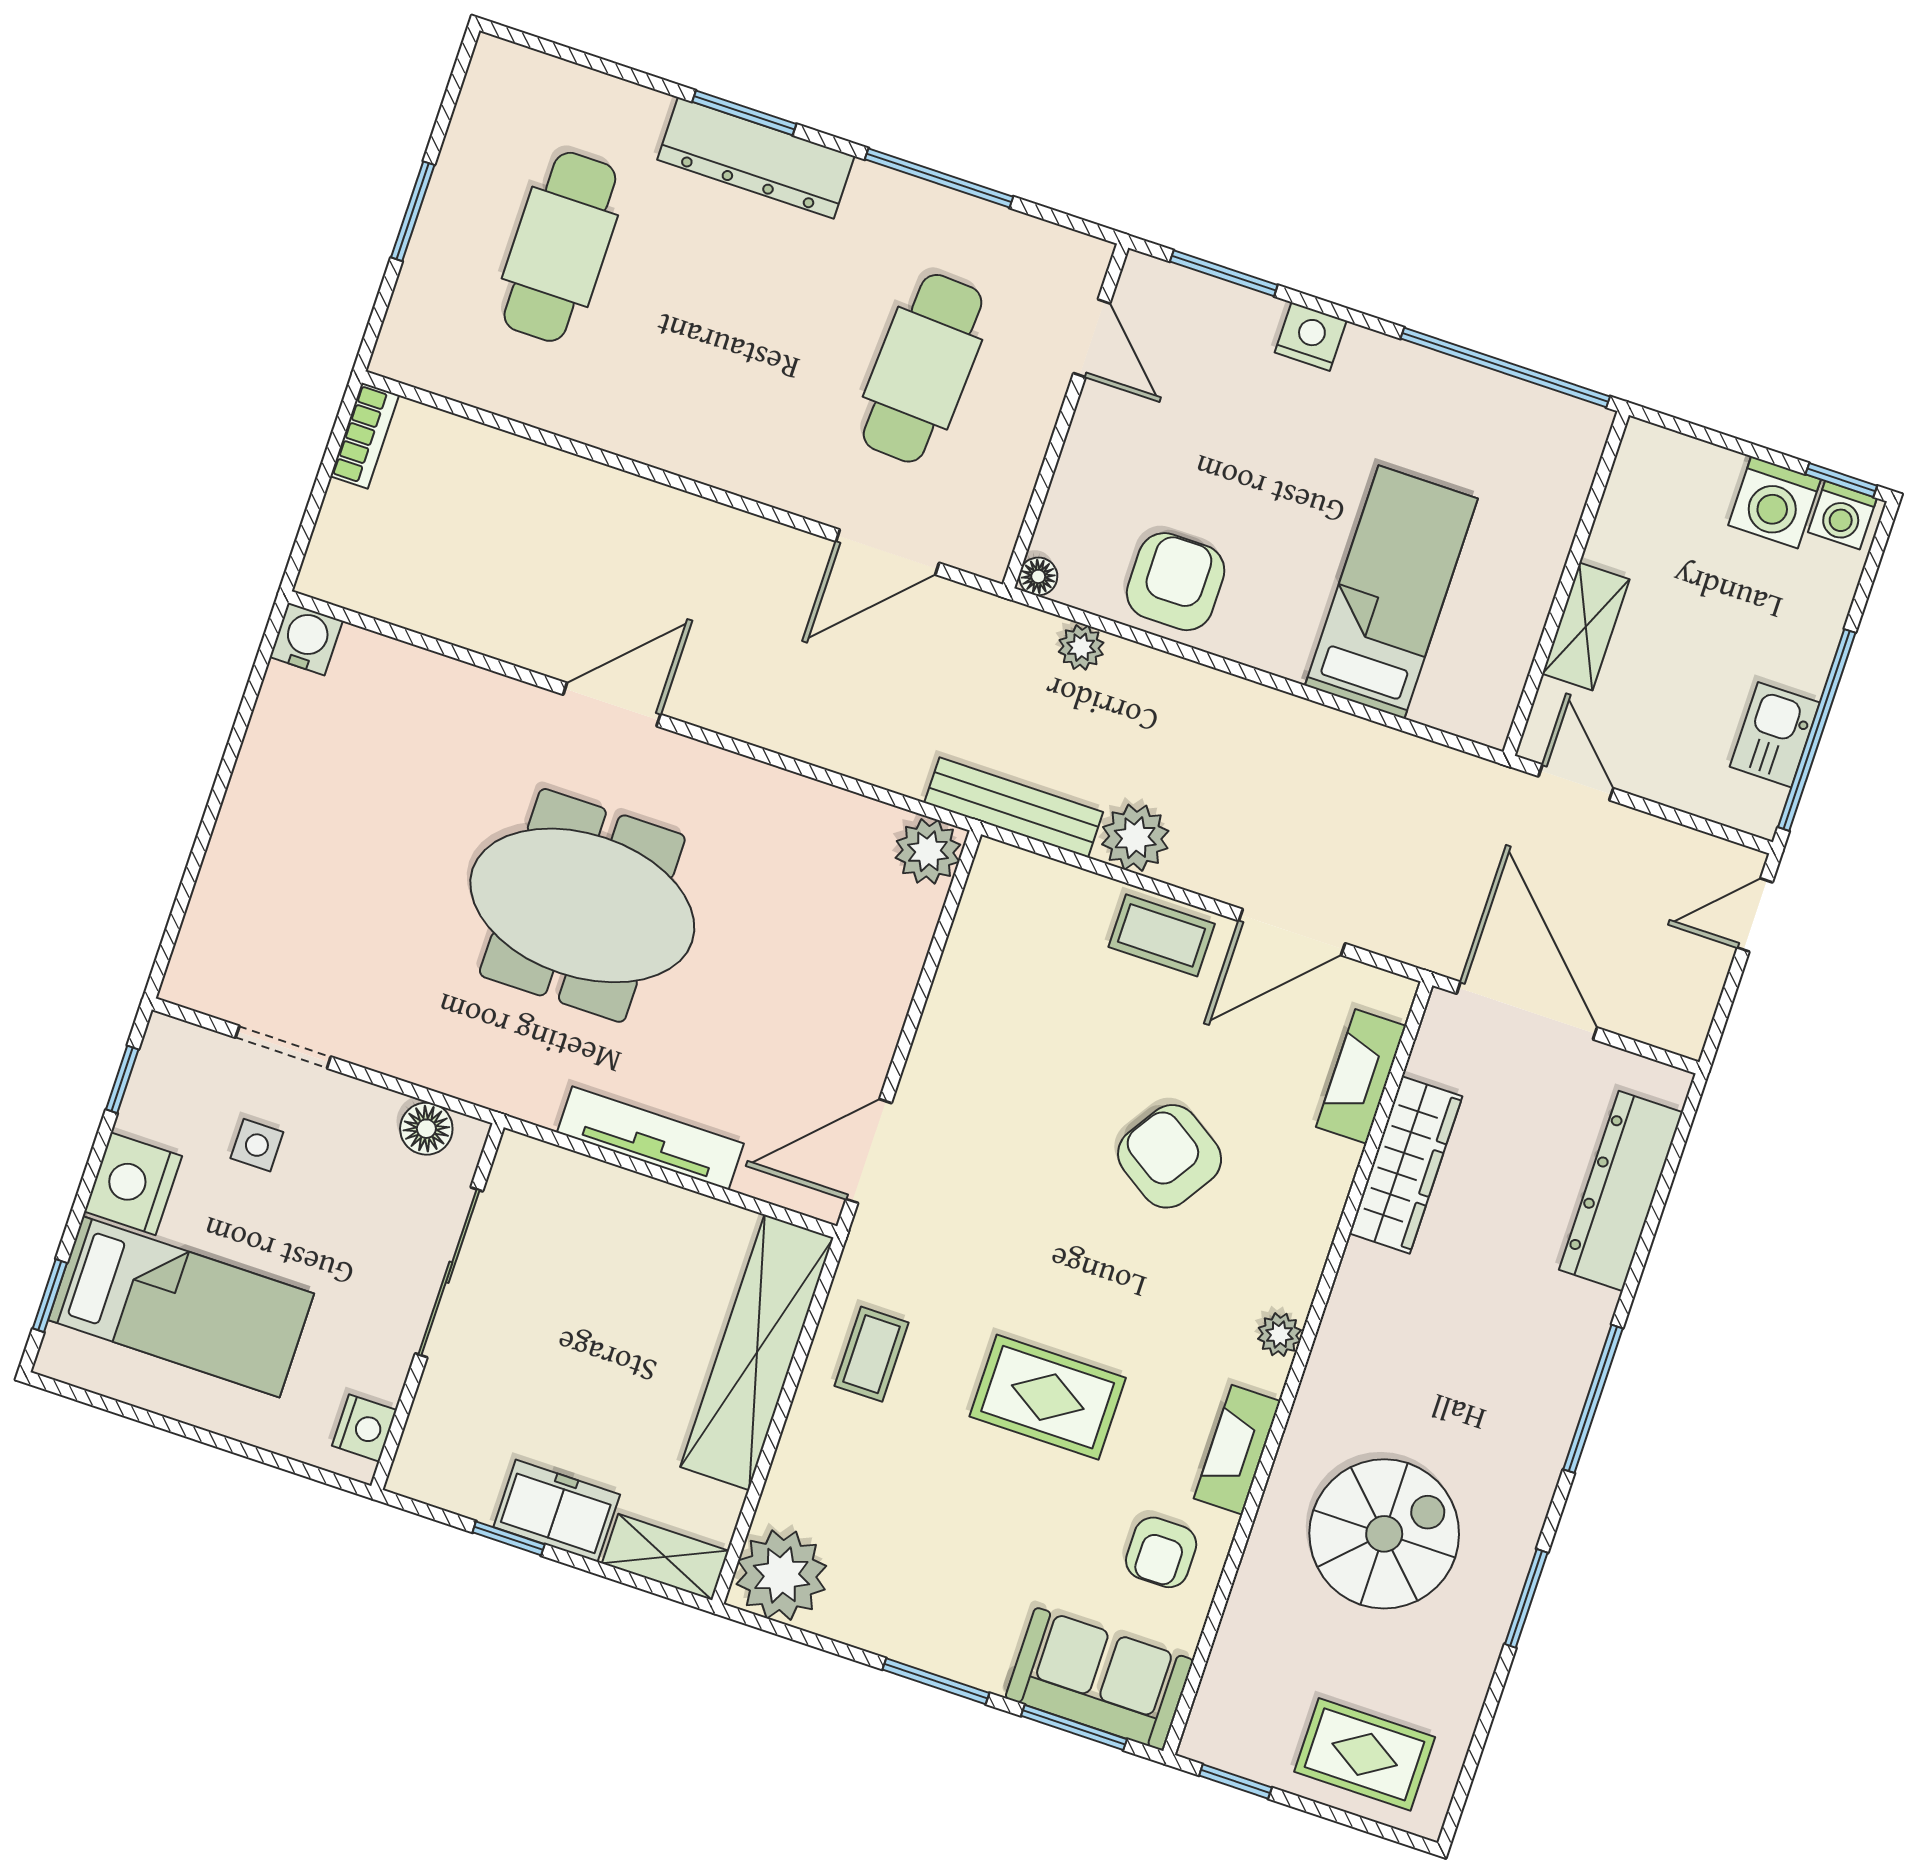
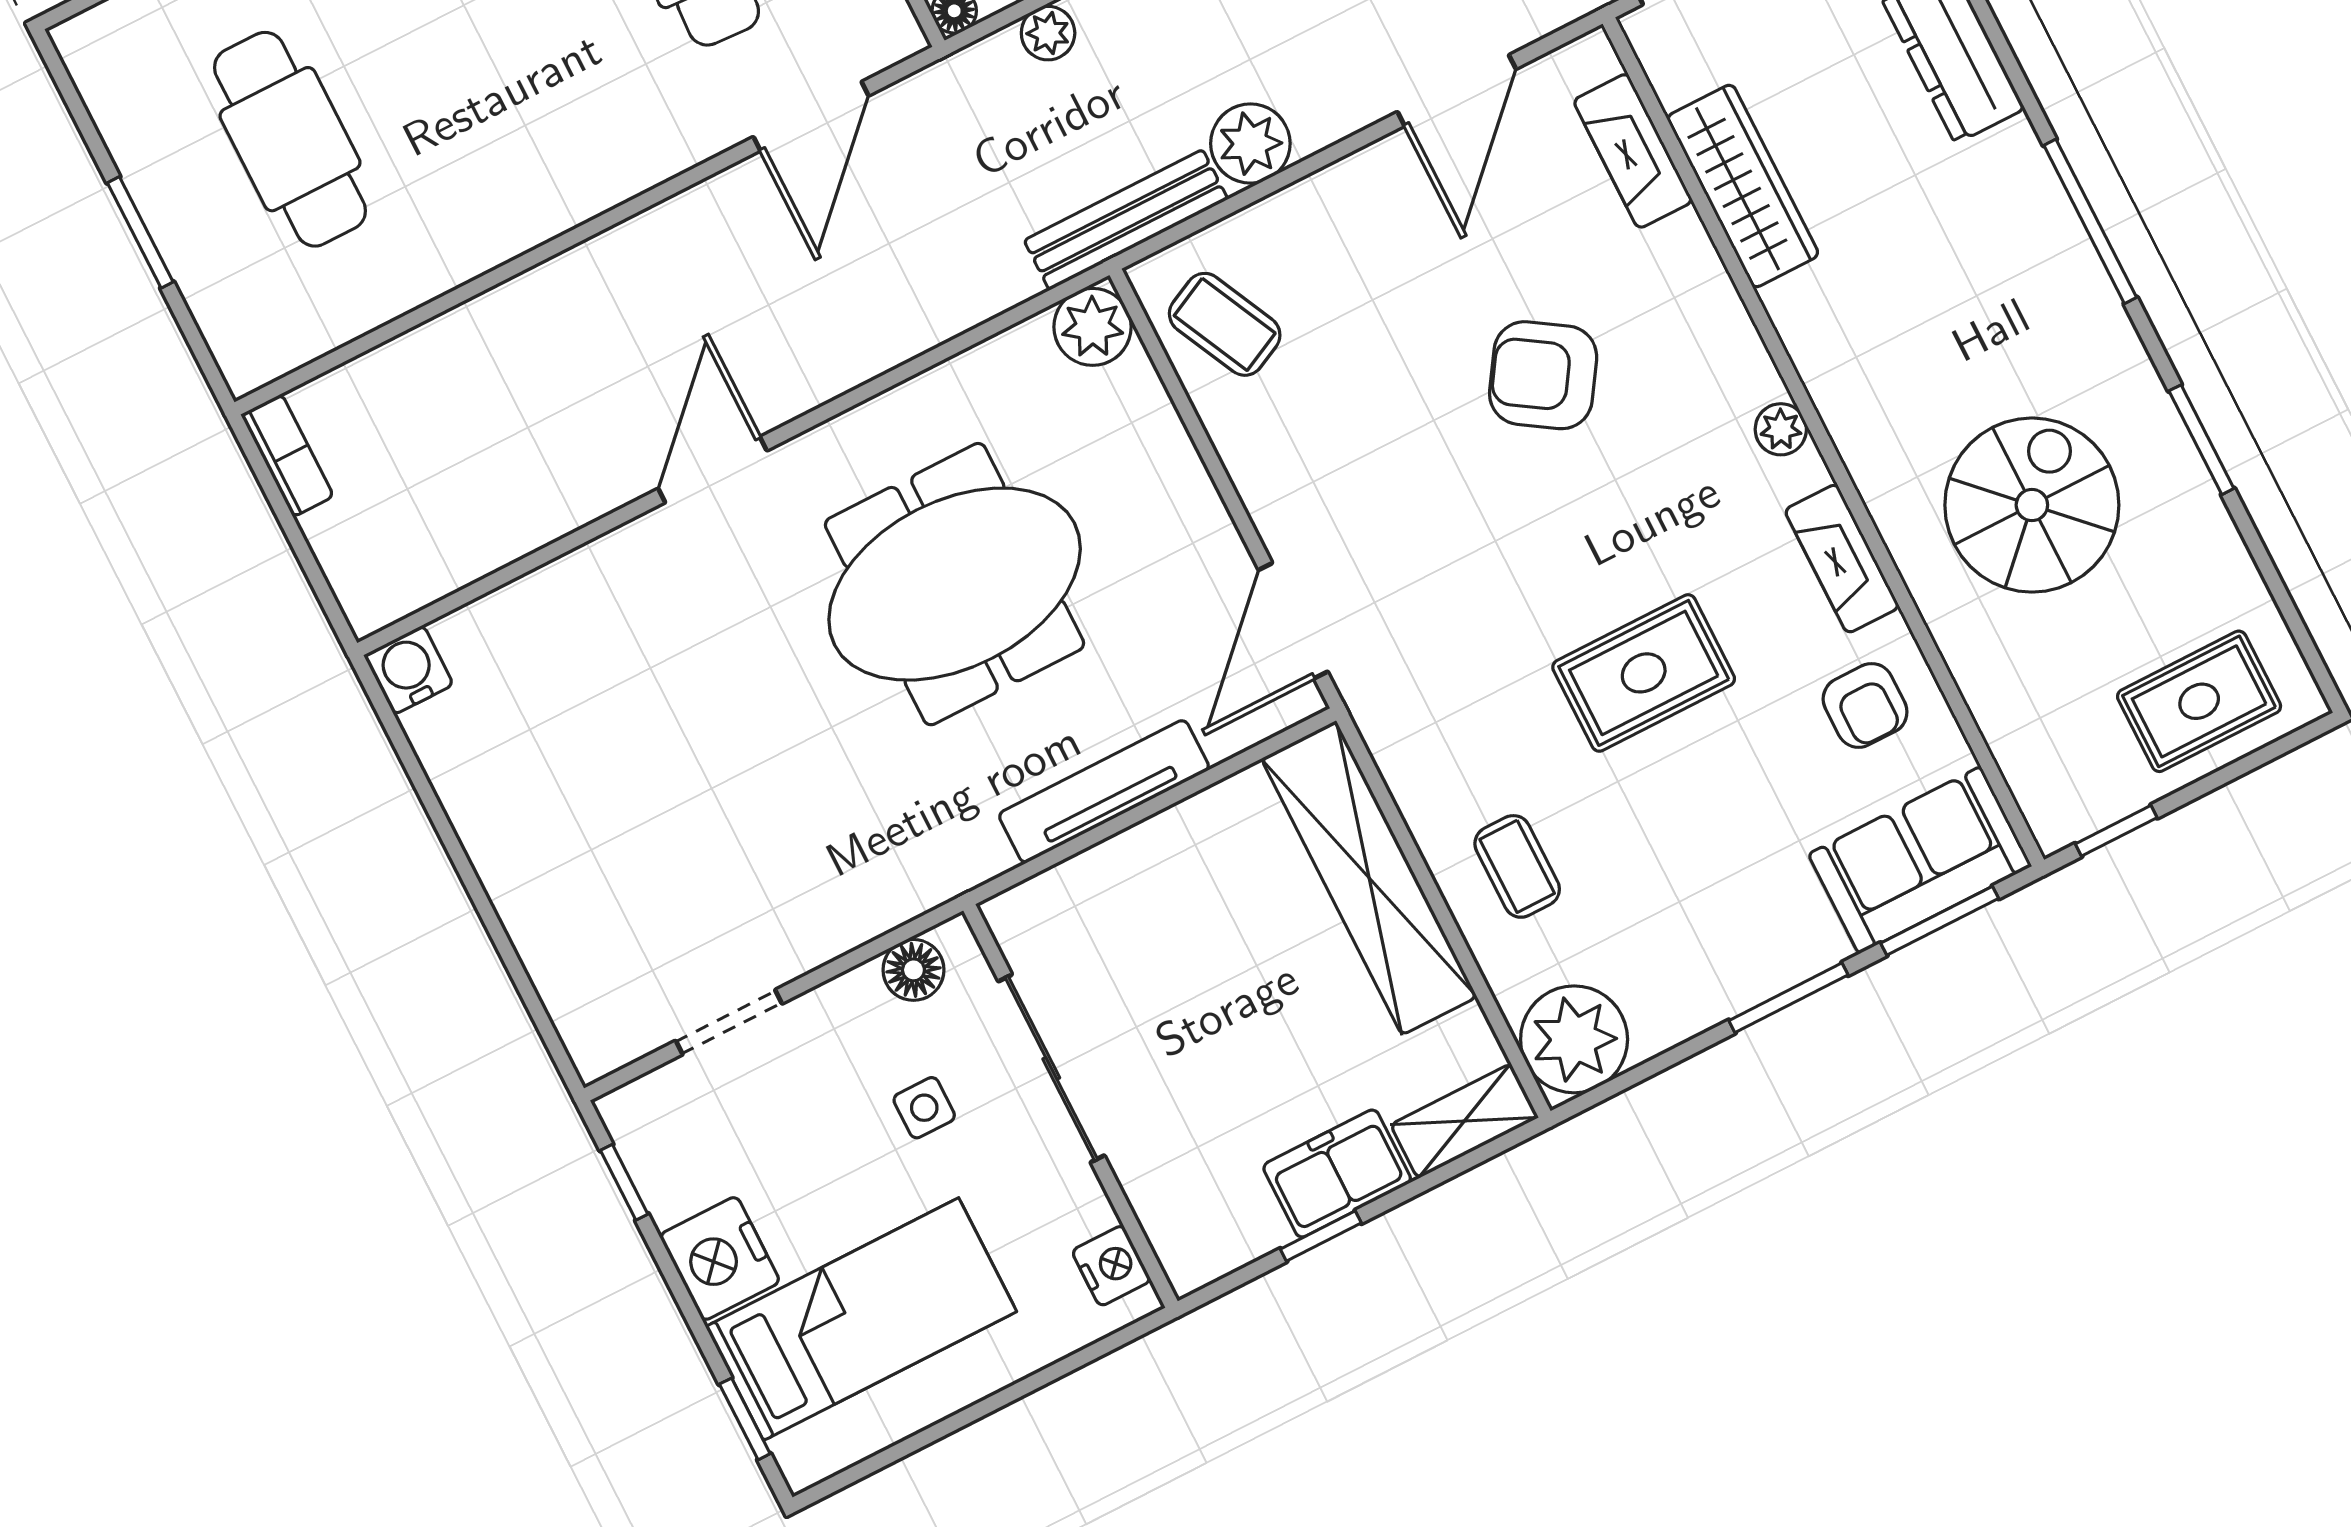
meeting table: (582, 905) -> (955, 584), moved
coffee table: (1162, 935) -> (1225, 324), moved, turned 64
side table: (257, 1145) -> (924, 1108), moved
coffee table: (872, 1354) -> (1517, 866), moved

